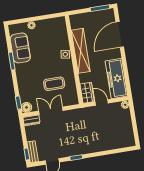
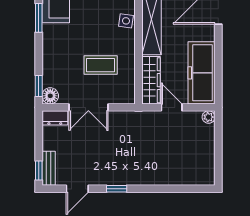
wardrobe: (87, 93) -> (151, 80), width x1.50
double door: (51, 111) -> (88, 107), swing flipped

